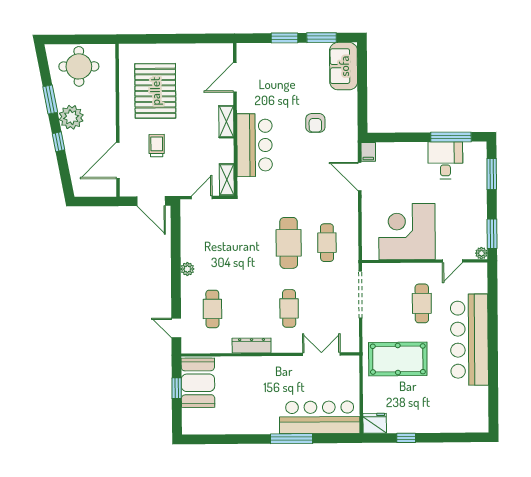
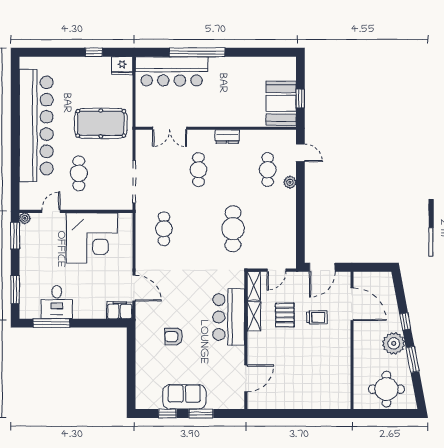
window: (322, 38) -> (168, 413), width x0.67
sofa: (344, 66) -> (184, 397), moved, turned -90
pallet: (155, 91) -> (285, 315), moved, width x0.49, depth x0.50
shelving: (226, 122) -> (254, 316), moved
armchair: (315, 123) -> (174, 337), turned -90
trolley: (157, 146) -> (317, 317), turned -90
filing cabinet: (368, 152) -> (120, 310), width x2.00
door: (118, 160) -> (352, 304), hinge flipped
door: (151, 201) -> (322, 267), swing flipped
cafe table: (289, 243) -> (233, 229), moved
plant: (187, 269) -> (290, 182), moved
bar counter: (469, 340) -> (36, 125), width x1.36
dresser: (252, 345) -> (227, 137), width x0.70
window: (292, 439) -> (197, 52), width x1.46

